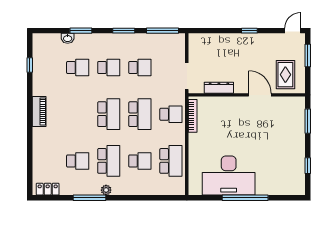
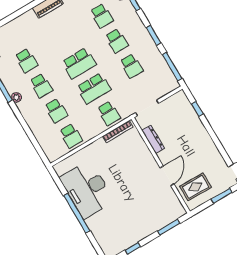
window: (249, 31) -> (197, 109), moved
school desk: (109, 161) -> (41, 86), width x0.54
school desk: (171, 161) -> (71, 136), width x0.54

